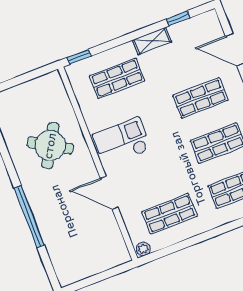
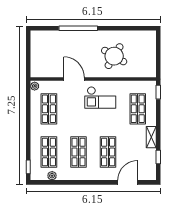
checkout: (122, 142) -> (100, 98), turned 90
door: (109, 193) -> (74, 79), hinge flipped

